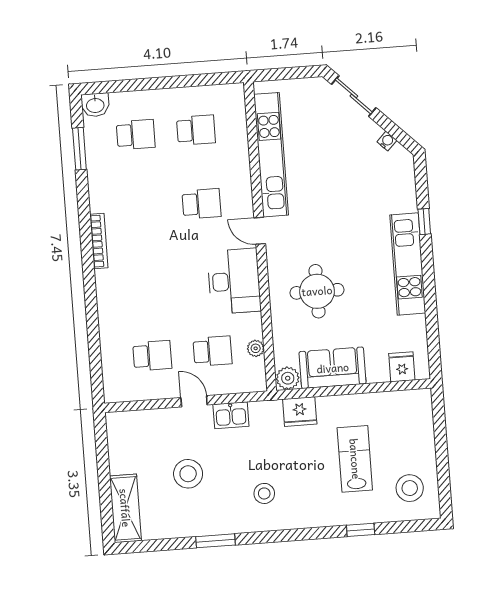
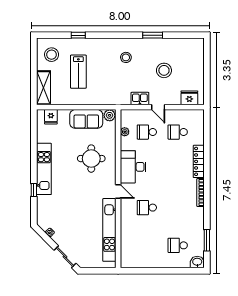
school desk: (196, 130) -> (147, 245), removed
locker: (107, 301) -> (199, 161), added
fridge: (300, 412) -> (189, 98), moved
shelving: (125, 508) -> (44, 88), moved

